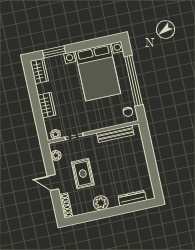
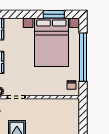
window: (54, 52) -> (54, 14), moved
bench: (115, 134) -> (55, 103), removed

